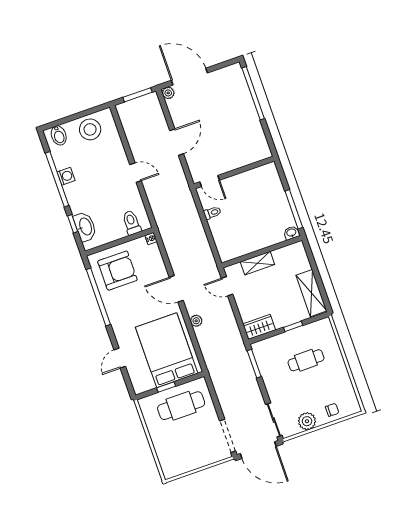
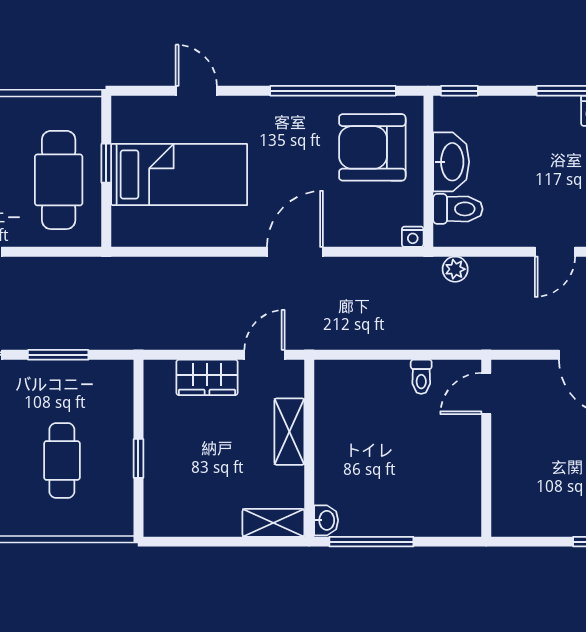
window: (73, 224) -> (459, 91), moved
washbasin: (85, 227) -> (451, 162), moved, turned -90
armchair: (117, 271) -> (372, 147), turned 90
shelving: (311, 293) -> (273, 523), moved, width x0.67, depth x0.75
plant: (196, 321) -> (455, 269), moved
wardrobe: (259, 327) -> (207, 377), moved, turned 90
bed: (167, 350) -> (179, 175), width x0.67
window: (254, 364) -> (58, 355), moved

